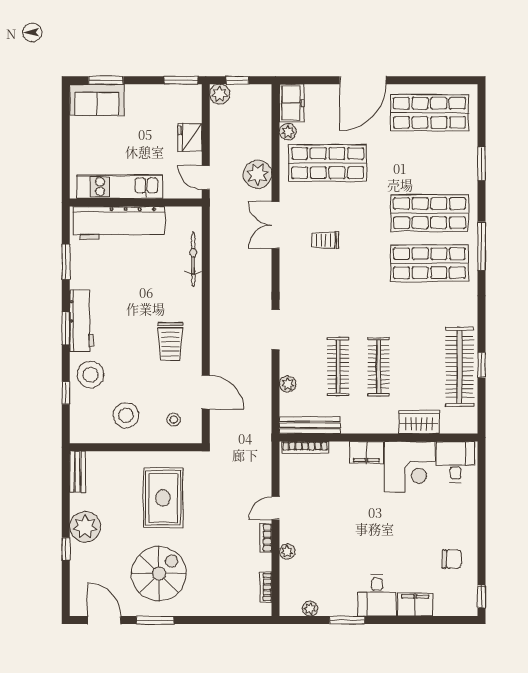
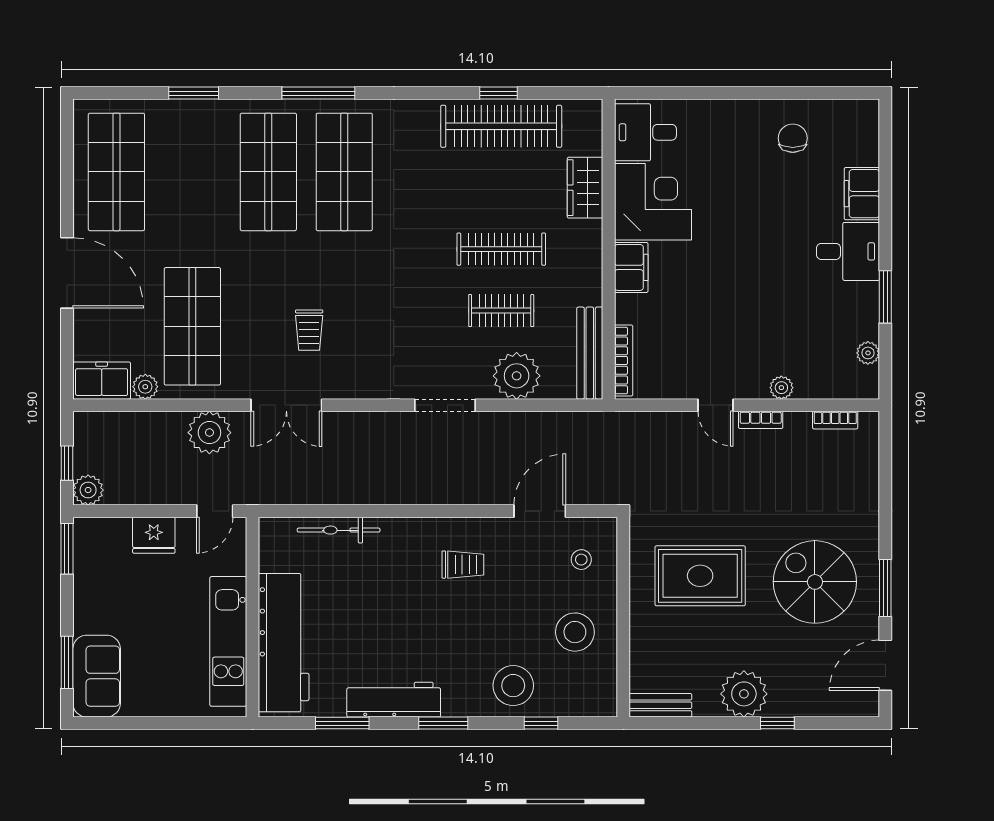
workbench: (81, 321) -> (394, 700), moved
trolley: (170, 341) -> (463, 565), width x0.73, depth x0.72
clothes rail: (338, 367) -> (501, 311), width x0.73
plant: (288, 384) -> (517, 376), width x1.87, depth x1.87
window: (481, 597) -> (850, 93), removed

